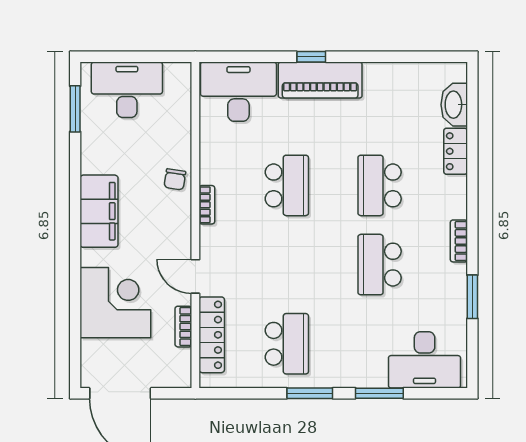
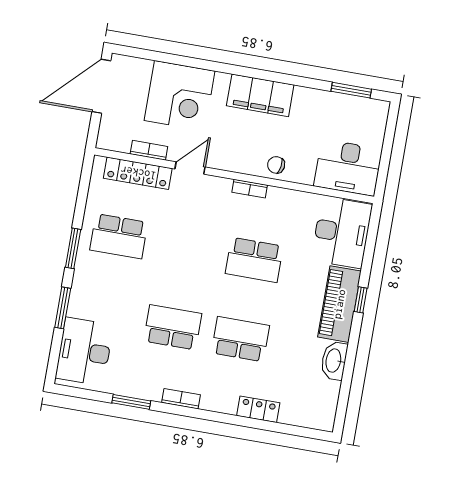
desk: (127, 90) -> (348, 168), moved, turned 90
washbasin: (454, 105) -> (334, 361), moved, turned -90

